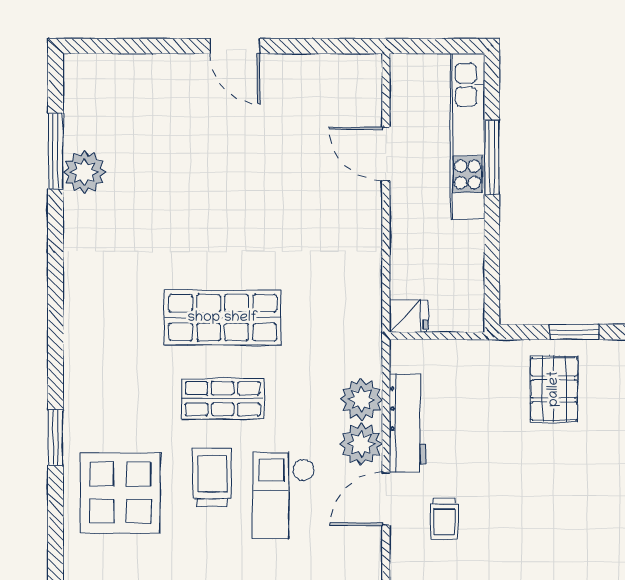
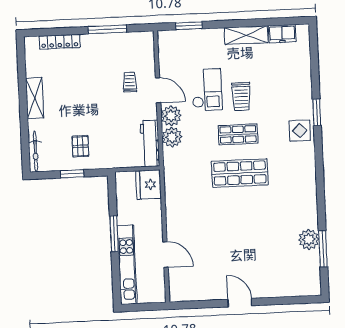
window: (492, 158) -> (114, 234), moved
fridge: (409, 316) -> (148, 185), width x1.88, depth x1.34
pallet: (554, 389) -> (80, 146), width x0.67, depth x0.71
workbench: (408, 423) -> (150, 143), moved
display table: (120, 493) -> (300, 131), moved, width x0.54, depth x0.54
door: (386, 499) -> (158, 90), hinge flipped

